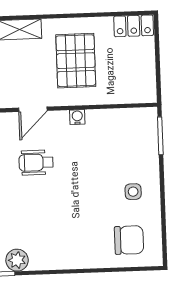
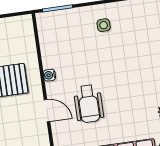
wheelchair: (36, 163) -> (89, 104), width x1.36, depth x1.37
chair: (129, 240) -> (142, 24), removed

